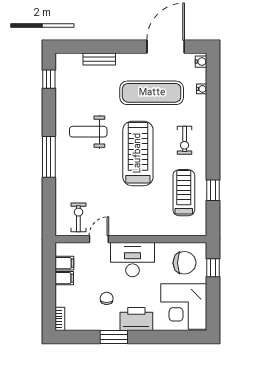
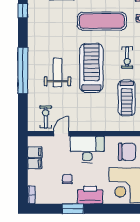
weight bench: (88, 132) -> (57, 73), moved, turned 90
window: (49, 157) -> (23, 70), width x1.46
treadmill: (184, 193) -> (127, 98), turned 180

